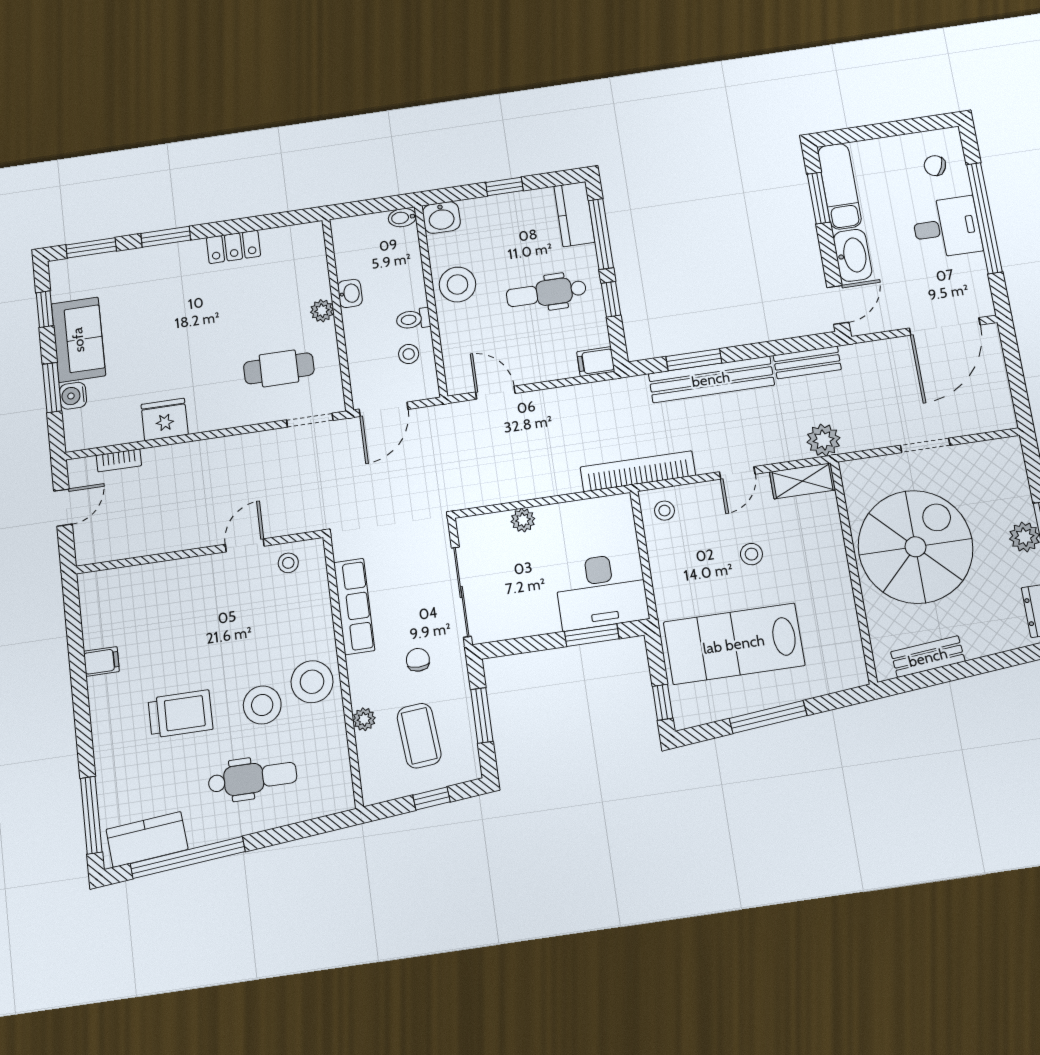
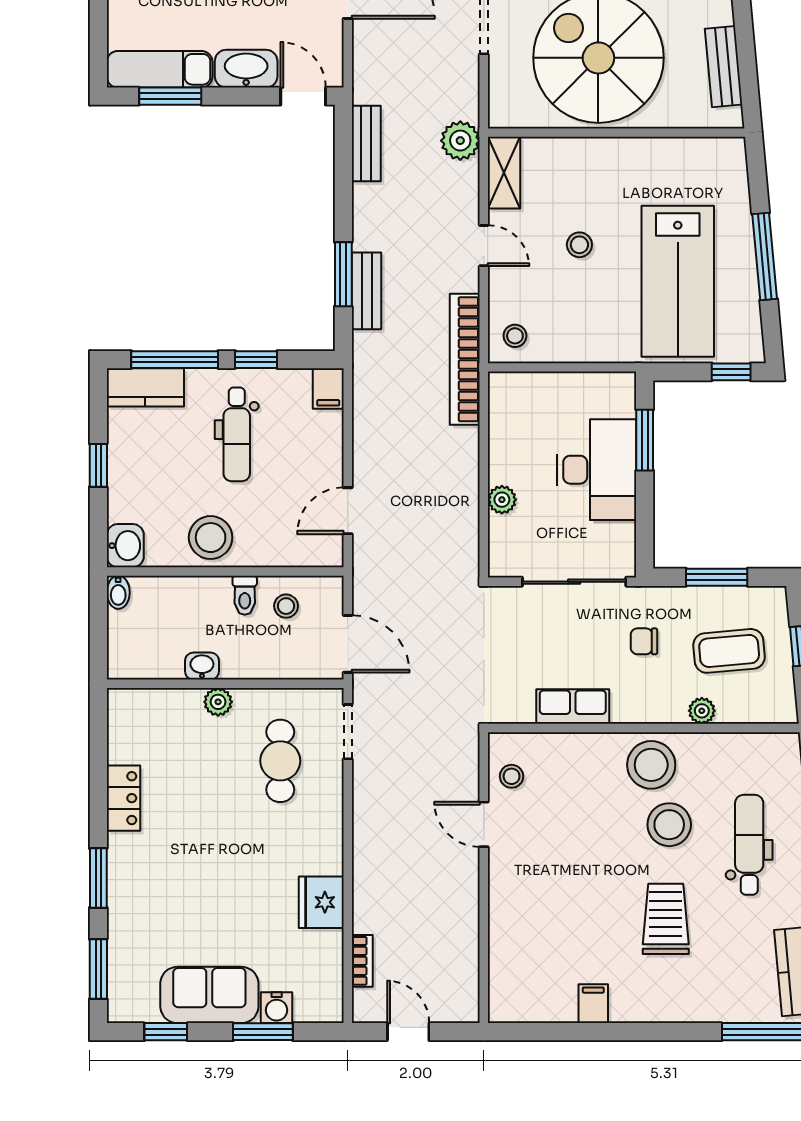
bench: (711, 379) -> (367, 291), width x0.54, depth x0.82
desk: (601, 591) -> (597, 470), moved
row of seats: (354, 606) -> (573, 706), width x0.68

